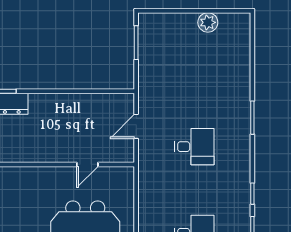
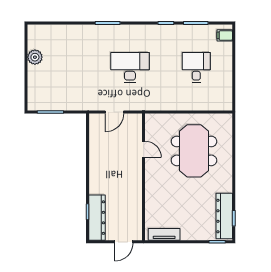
door: (136, 126) -> (114, 112), hinge flipped
desk: (194, 147) -> (130, 68), width x1.37

